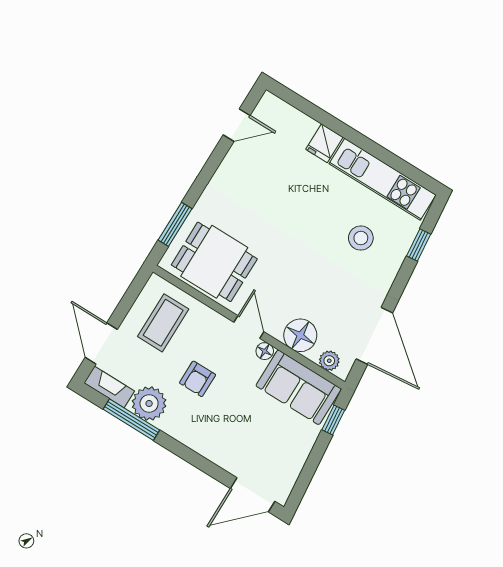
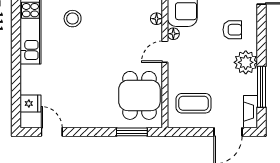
fridge: (324, 143) -> (30, 103), moved
floor lamp: (300, 335) -> (157, 19), width x0.53, depth x0.53
armchair: (198, 379) -> (232, 30), moved
plant: (149, 403) -> (246, 62), moved

